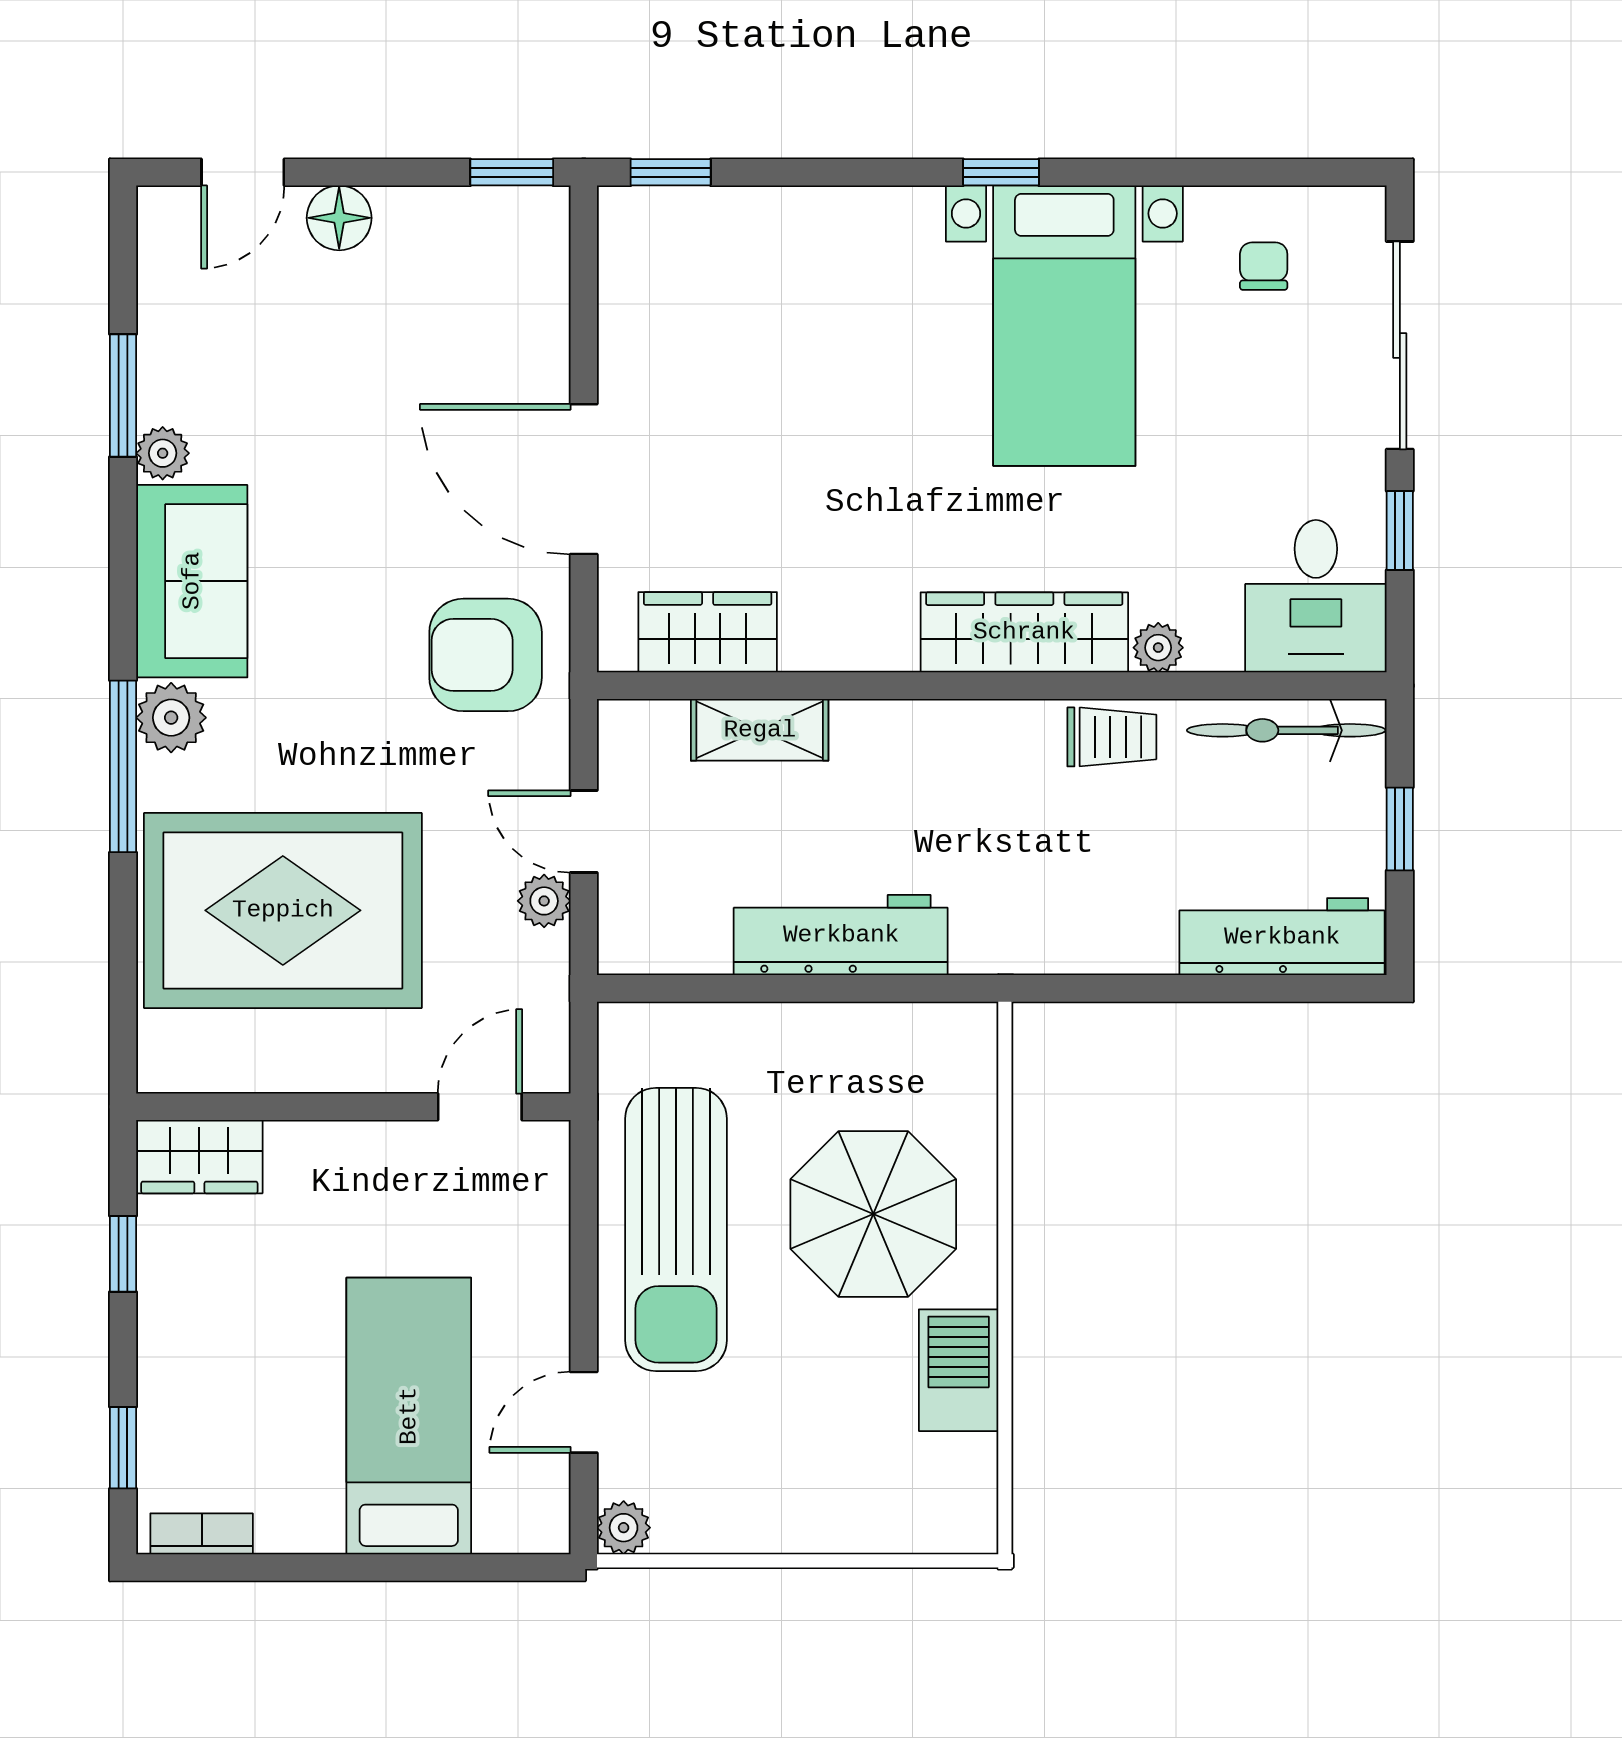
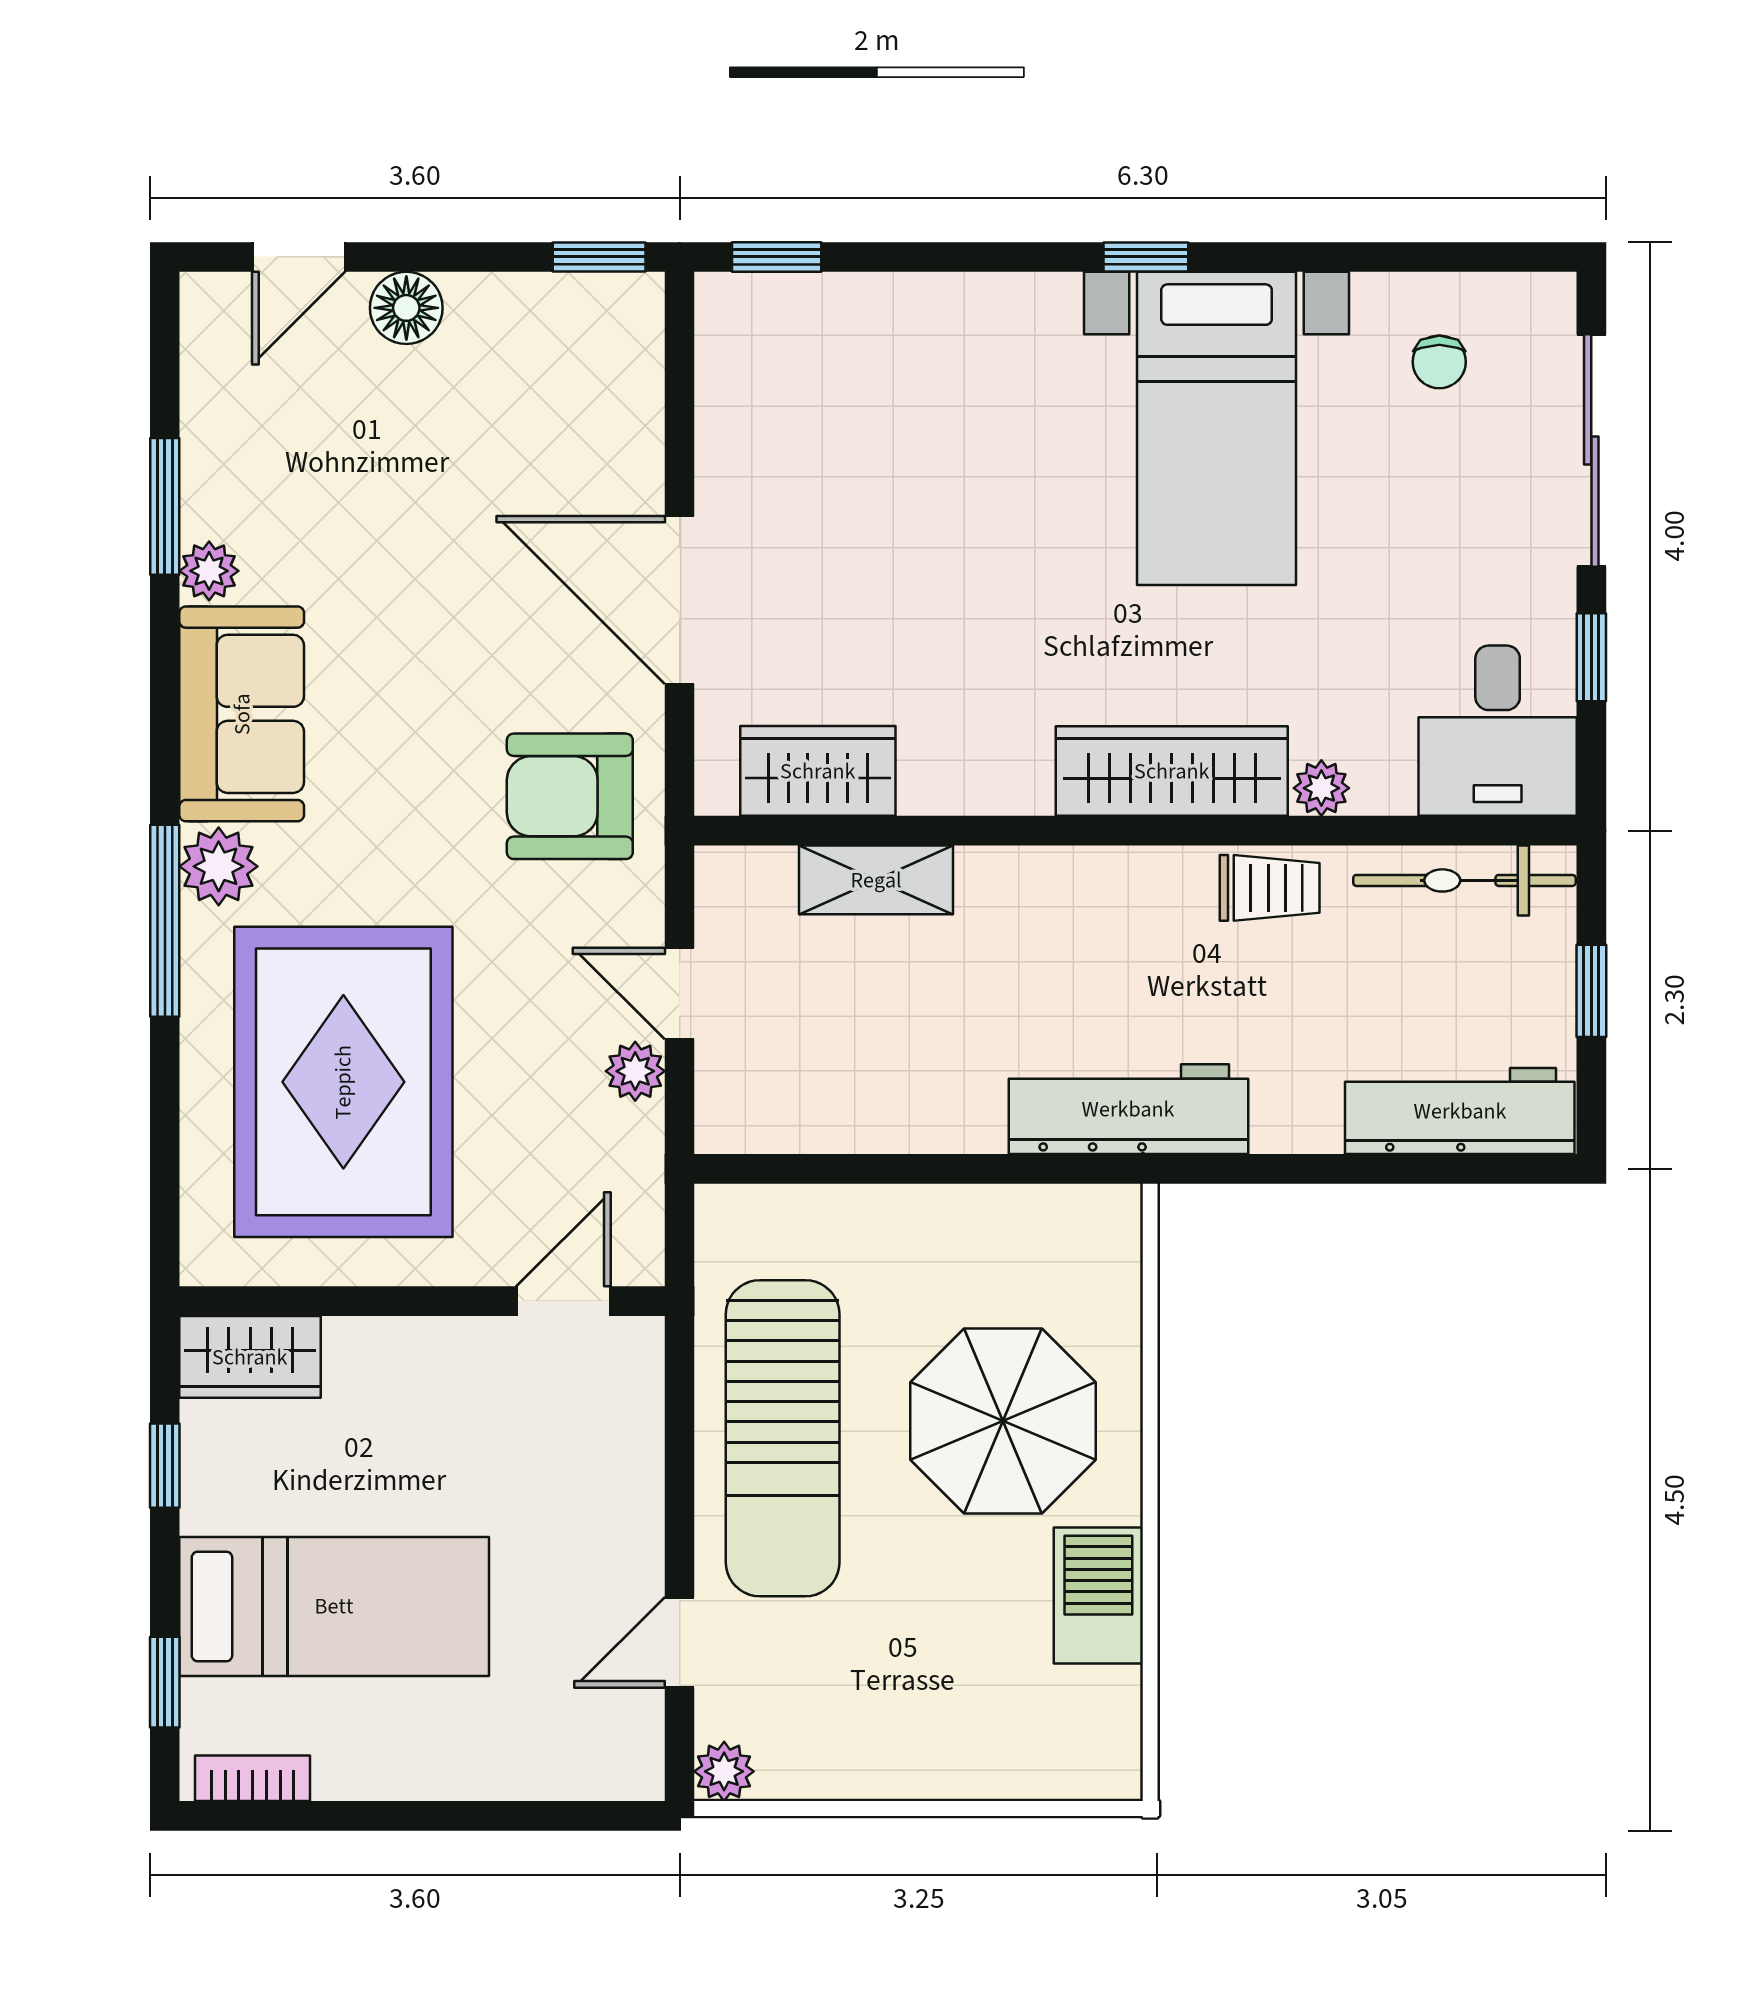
chair: (1264, 266) -> (1439, 362), turned 180
rug: (283, 910) -> (343, 1082), turned 90
workbench: (841, 935) -> (1128, 1109), moved
bed: (409, 1416) -> (334, 1606), moved, turned 90

